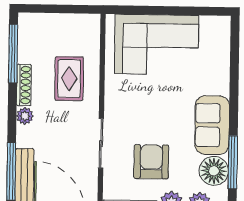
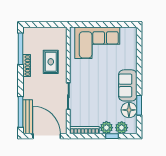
plant: (25, 116) -> (27, 82), removed
armchair: (151, 162) -> (95, 106), removed
window: (233, 162) -> (139, 105), width x0.69

